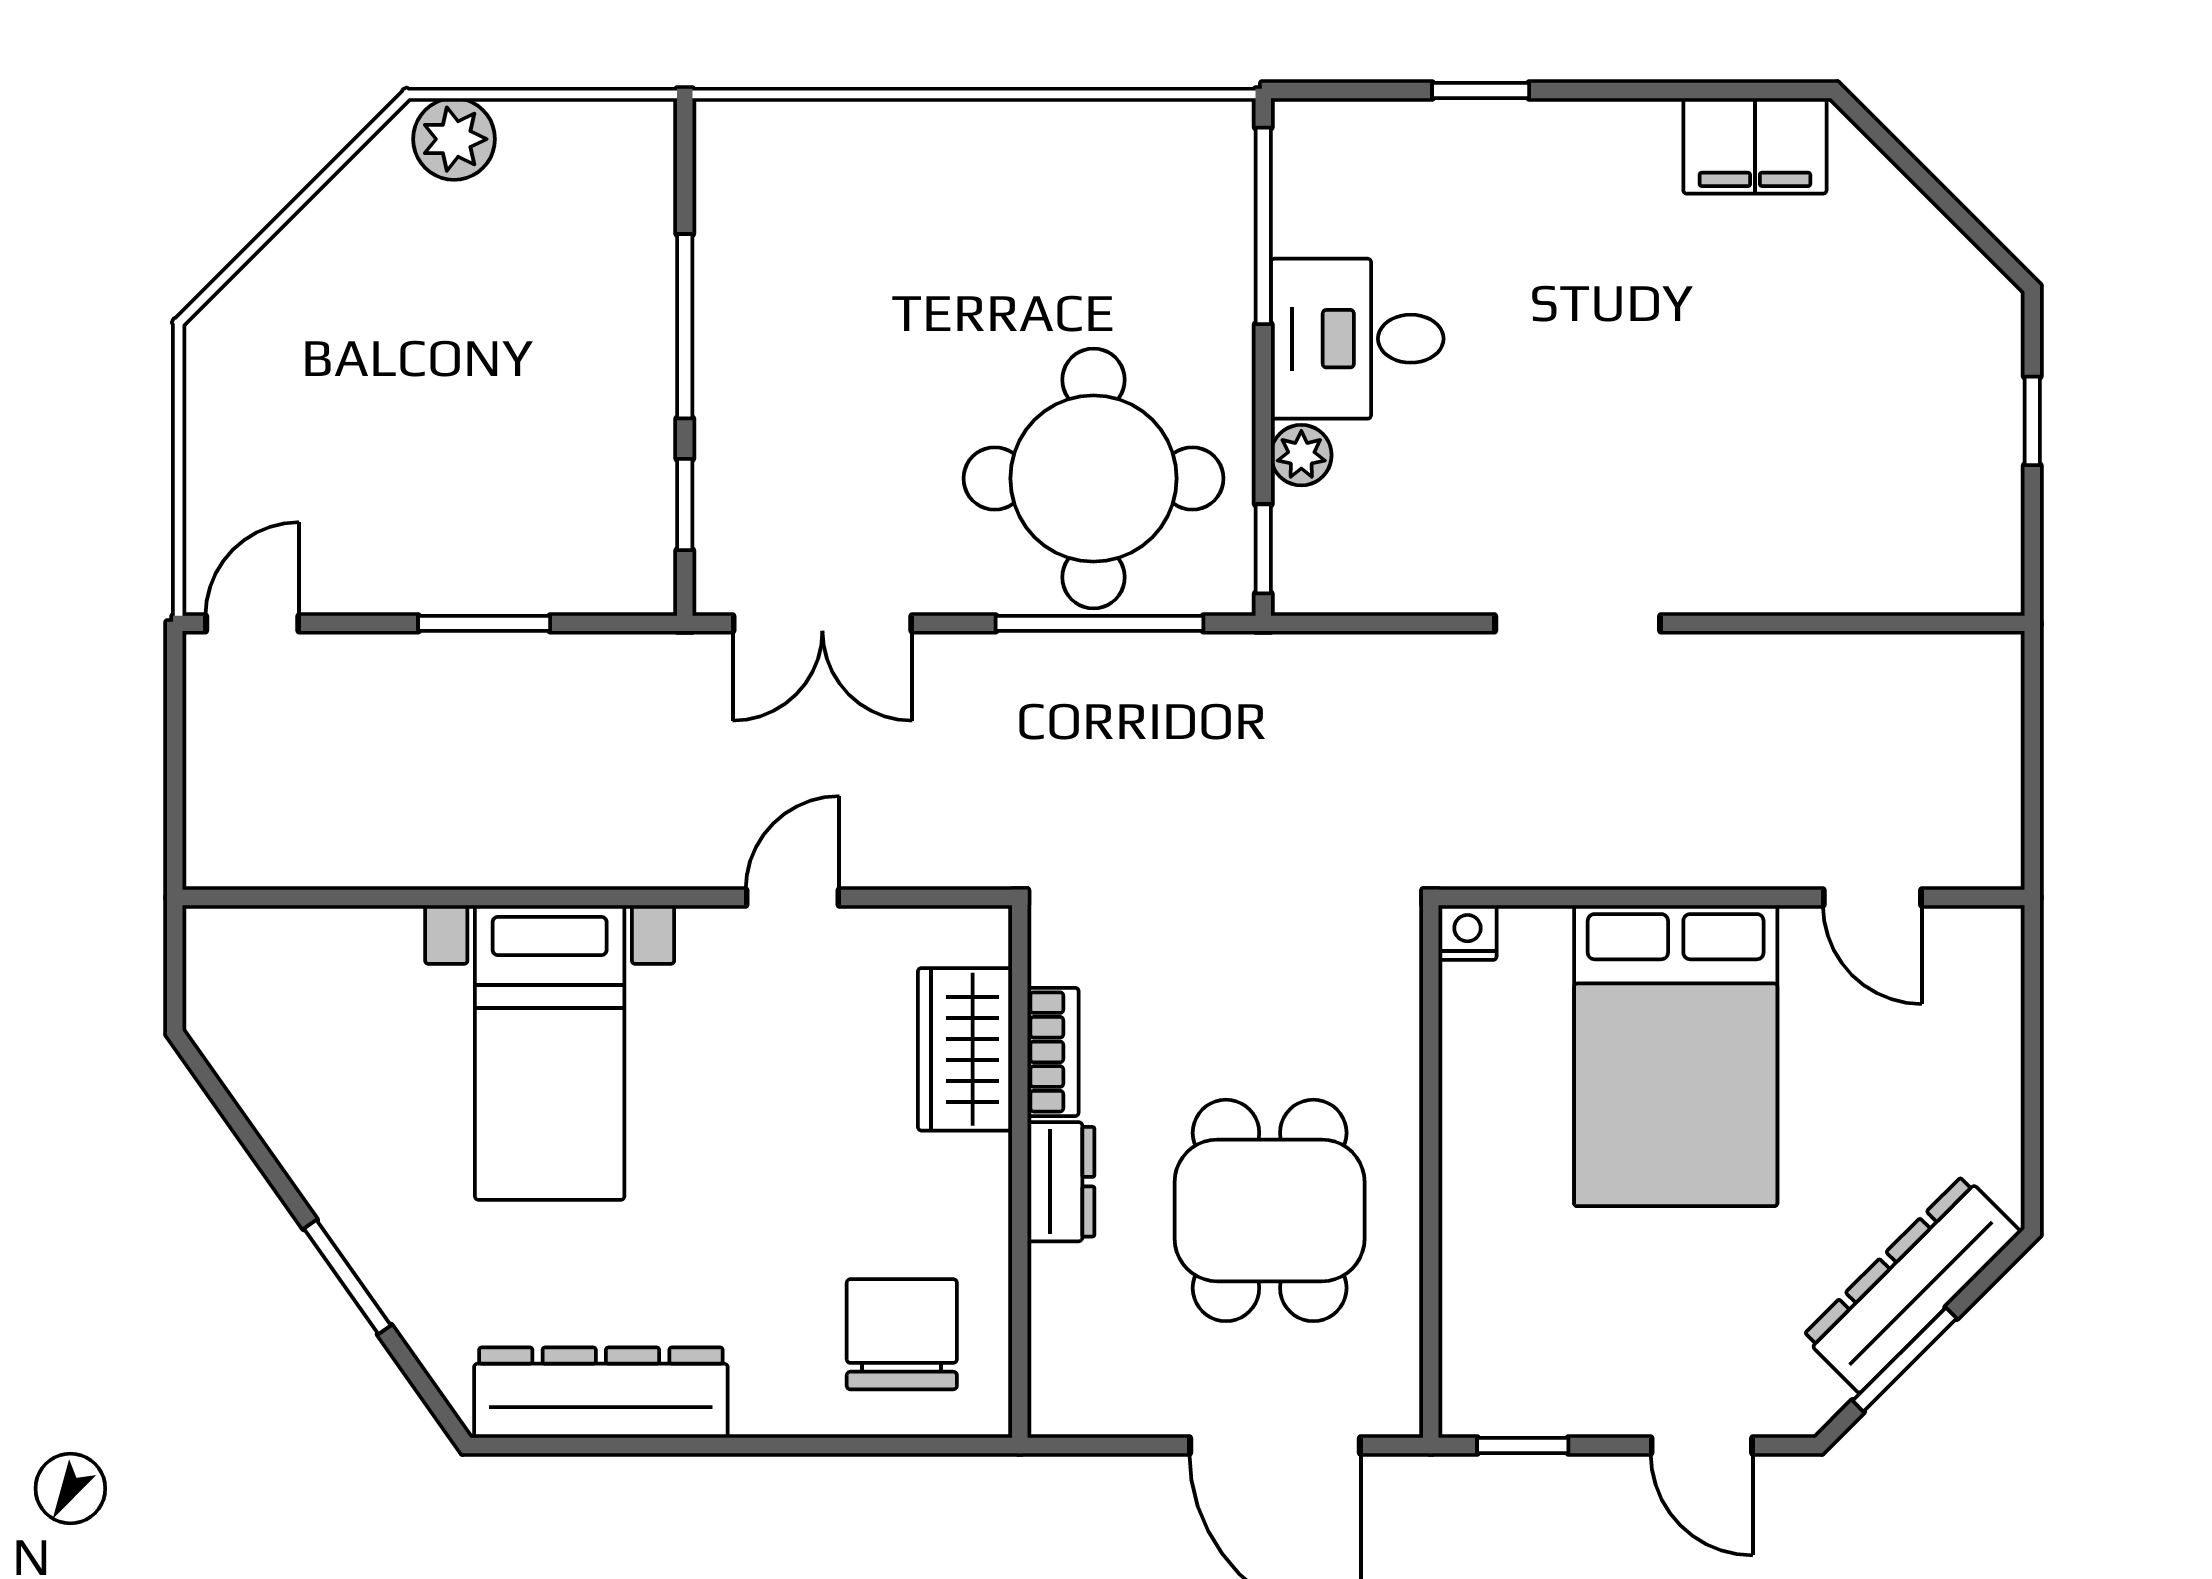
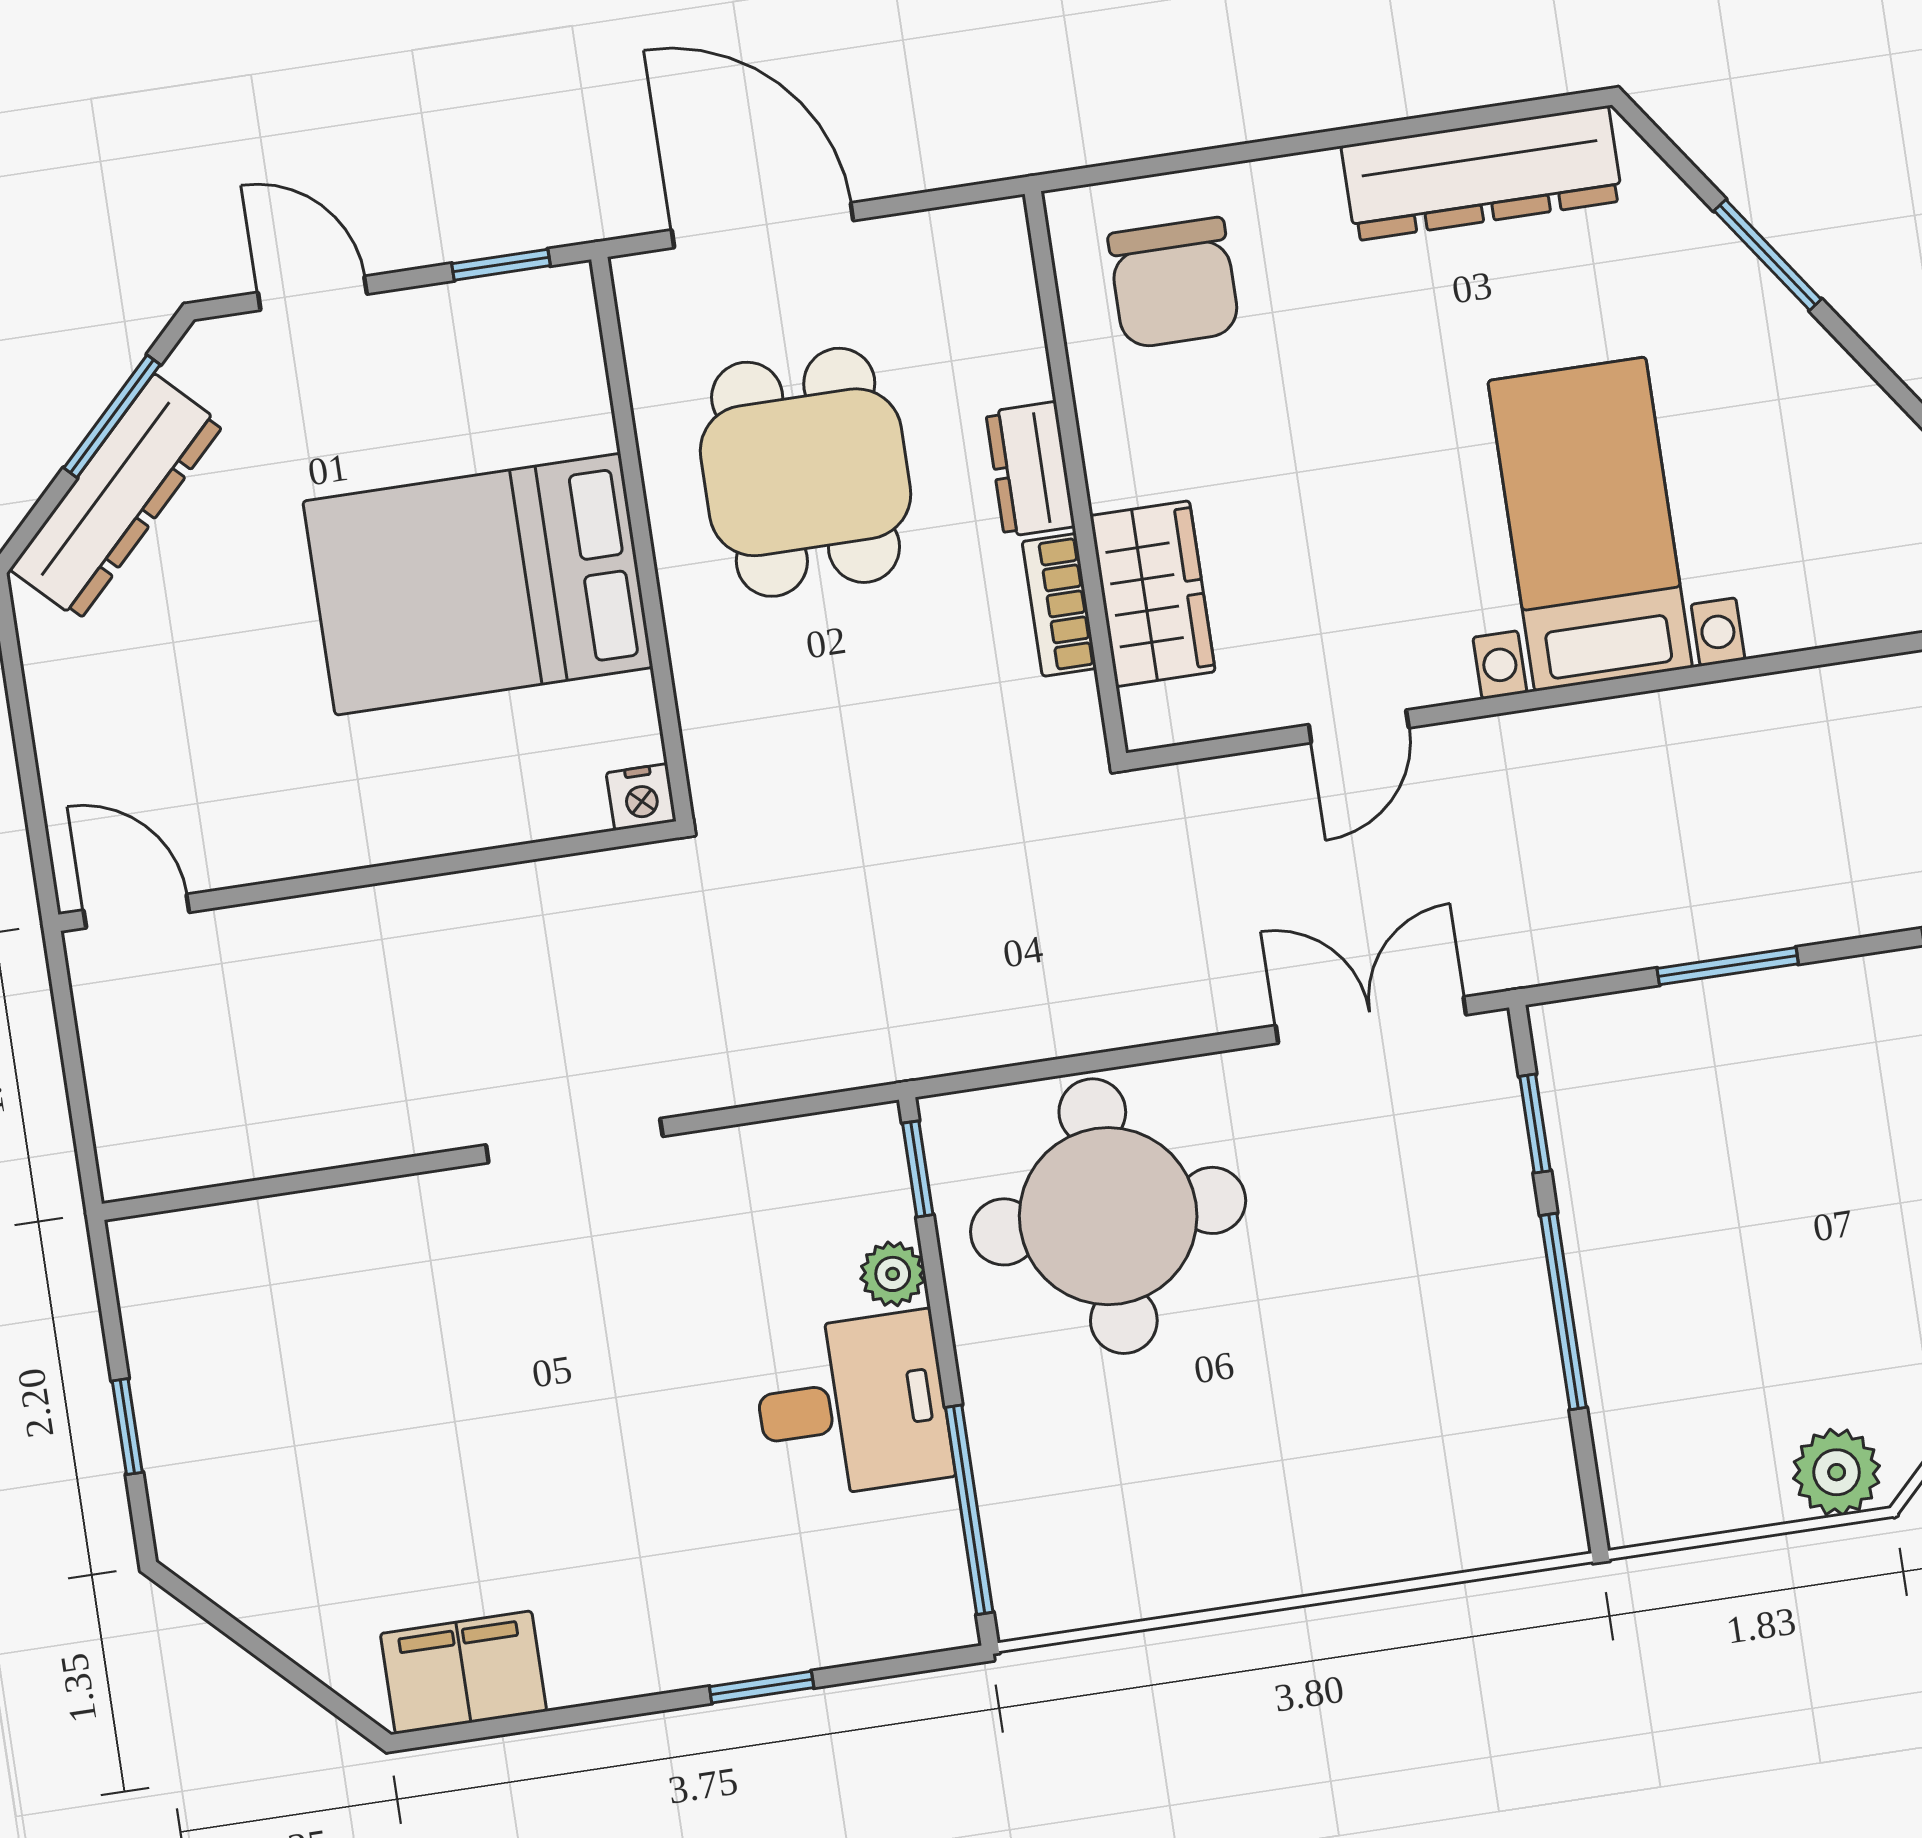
window: (1100, 623) -> (1079, 1064), removed
door: (1872, 897) -> (136, 911), moved
bed: (1676, 1056) -> (478, 584), moved, turned -90

